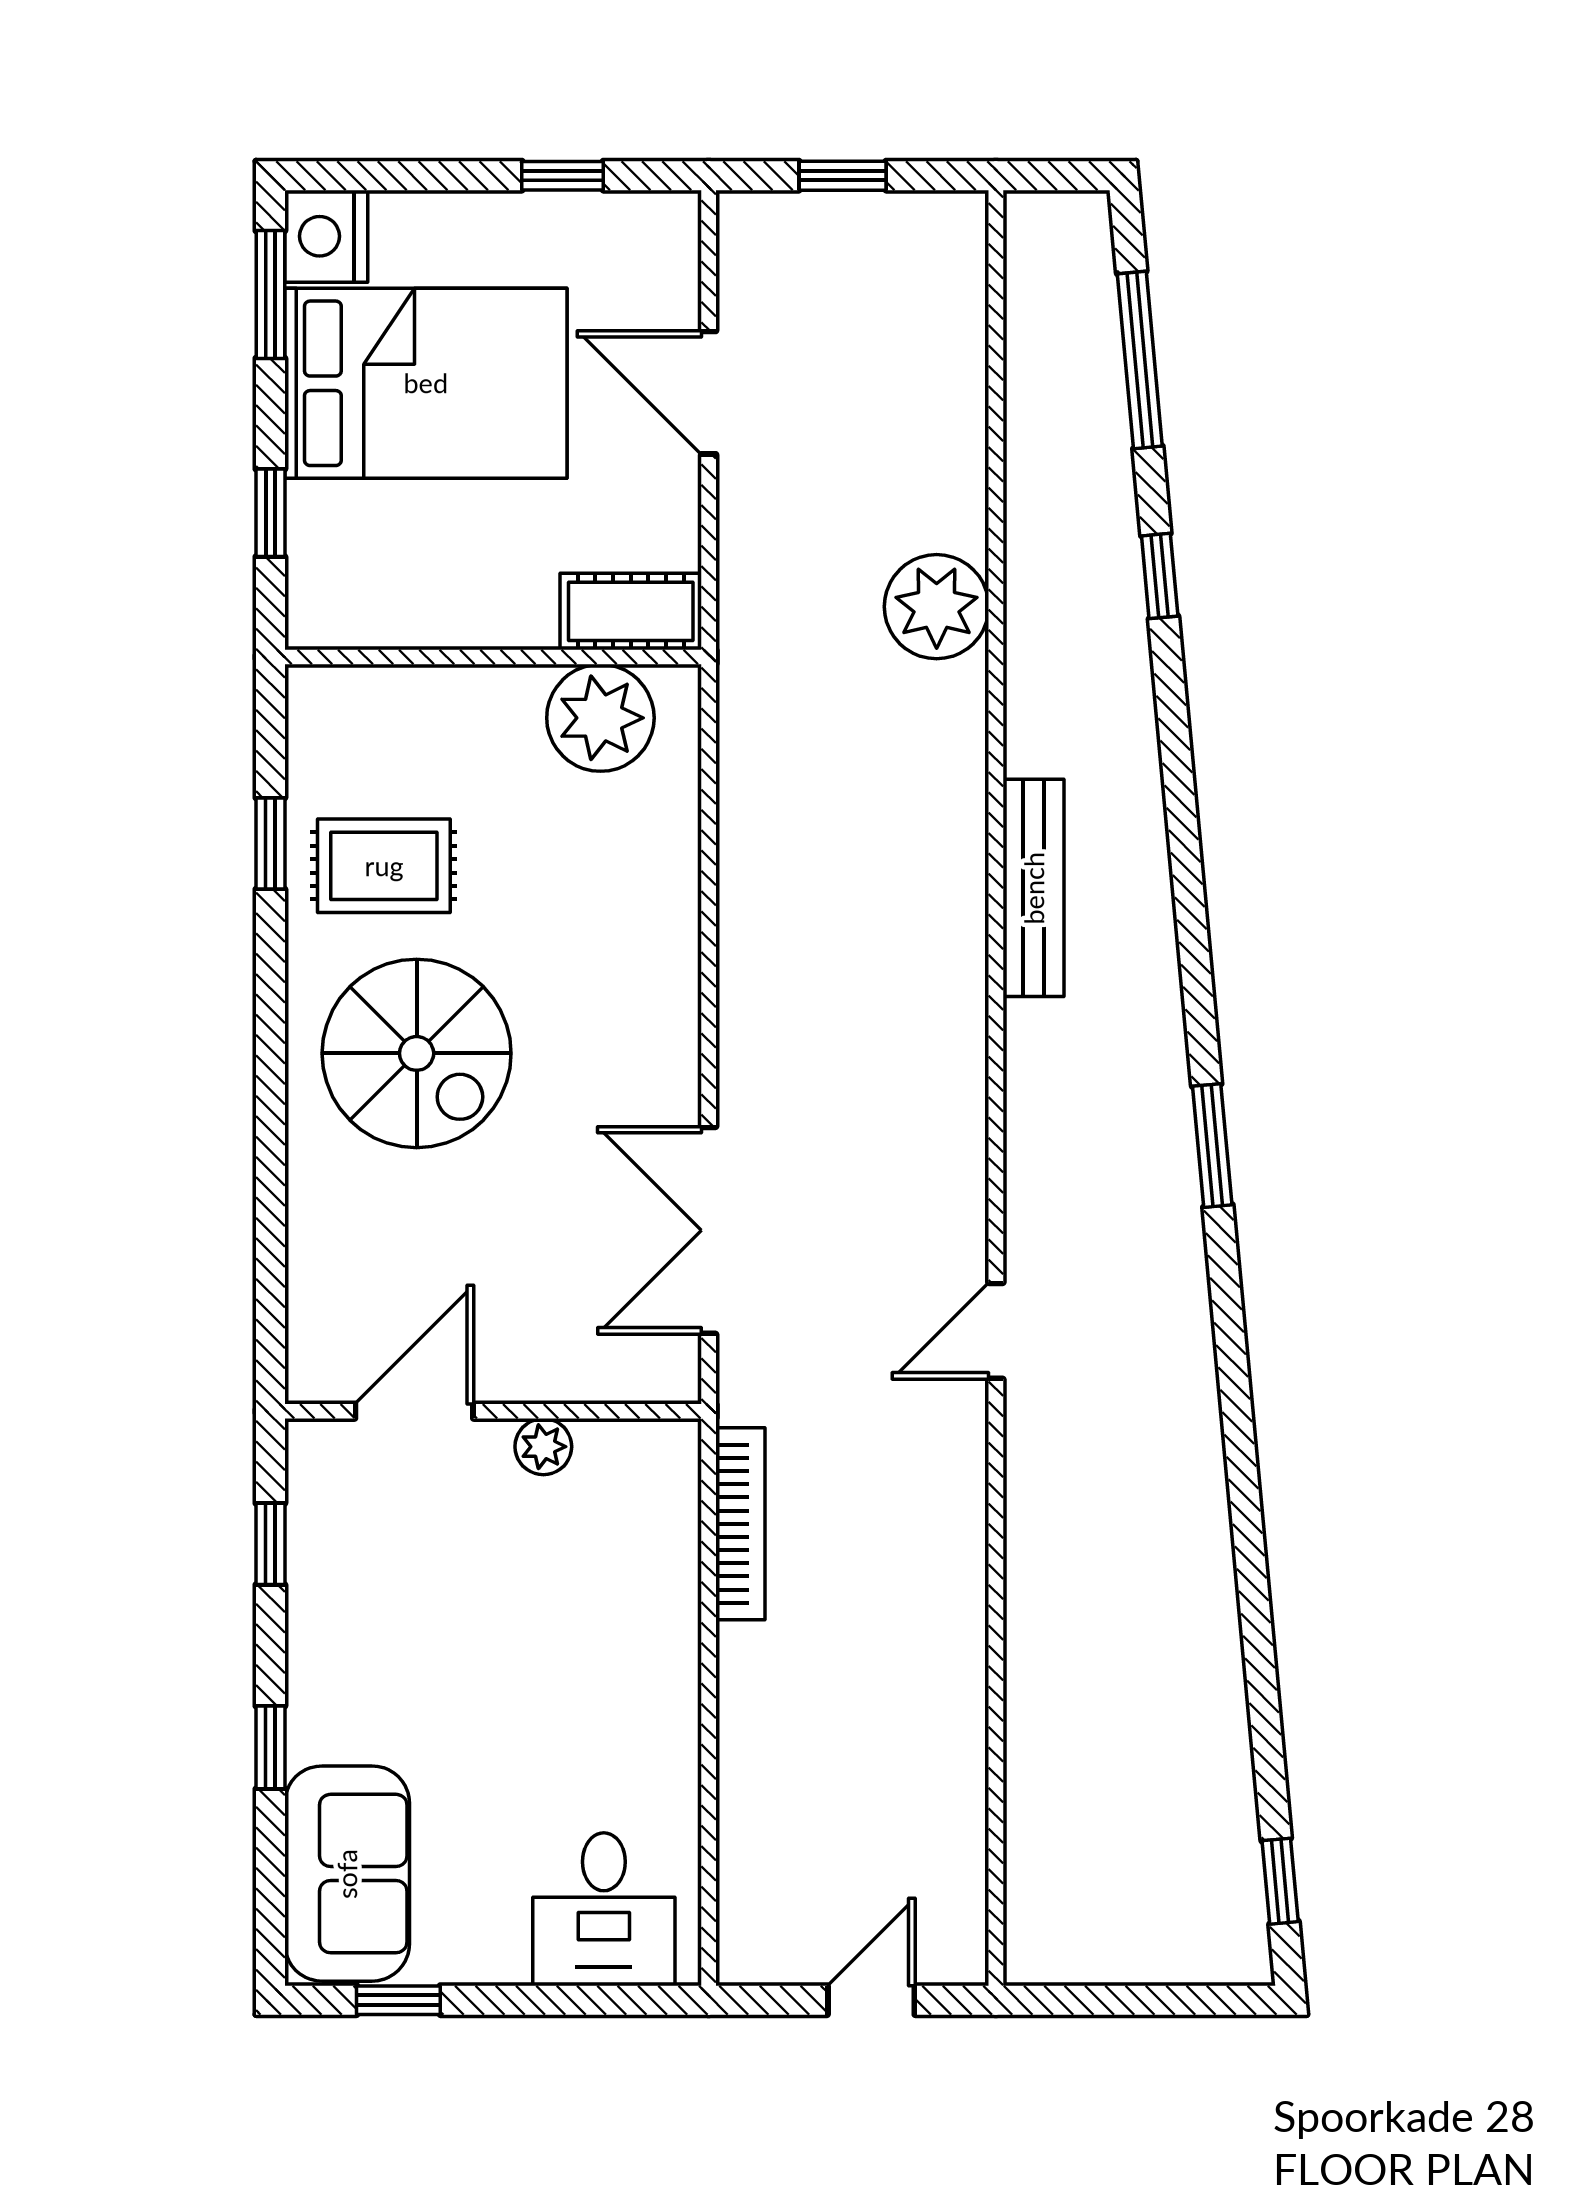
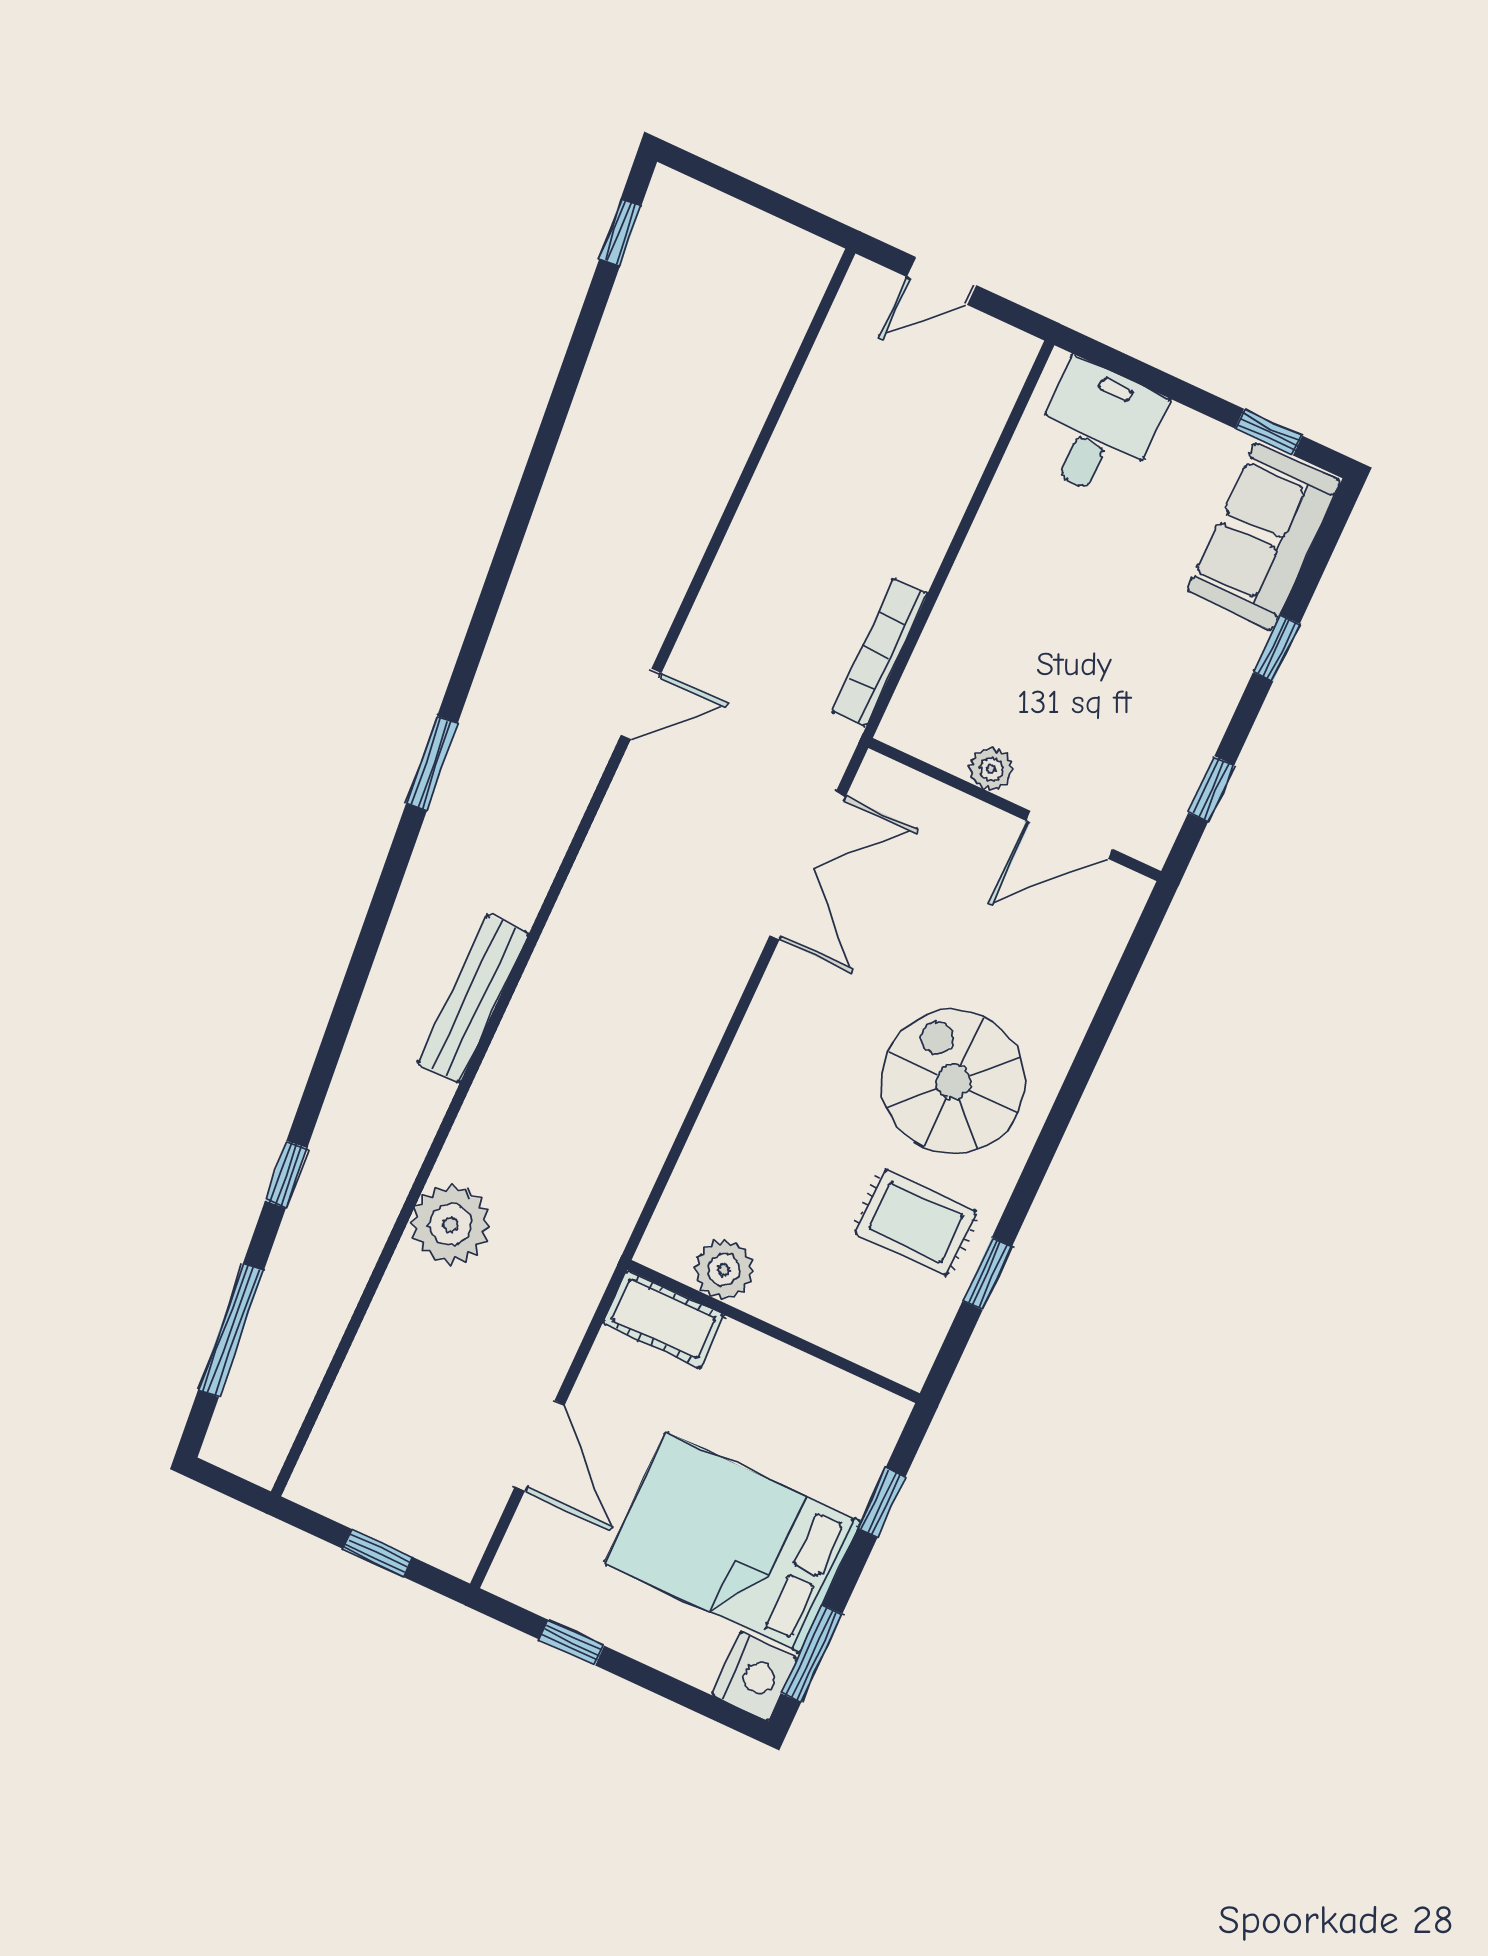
plant: (600, 718) -> (724, 1270), width x0.73, depth x0.73

